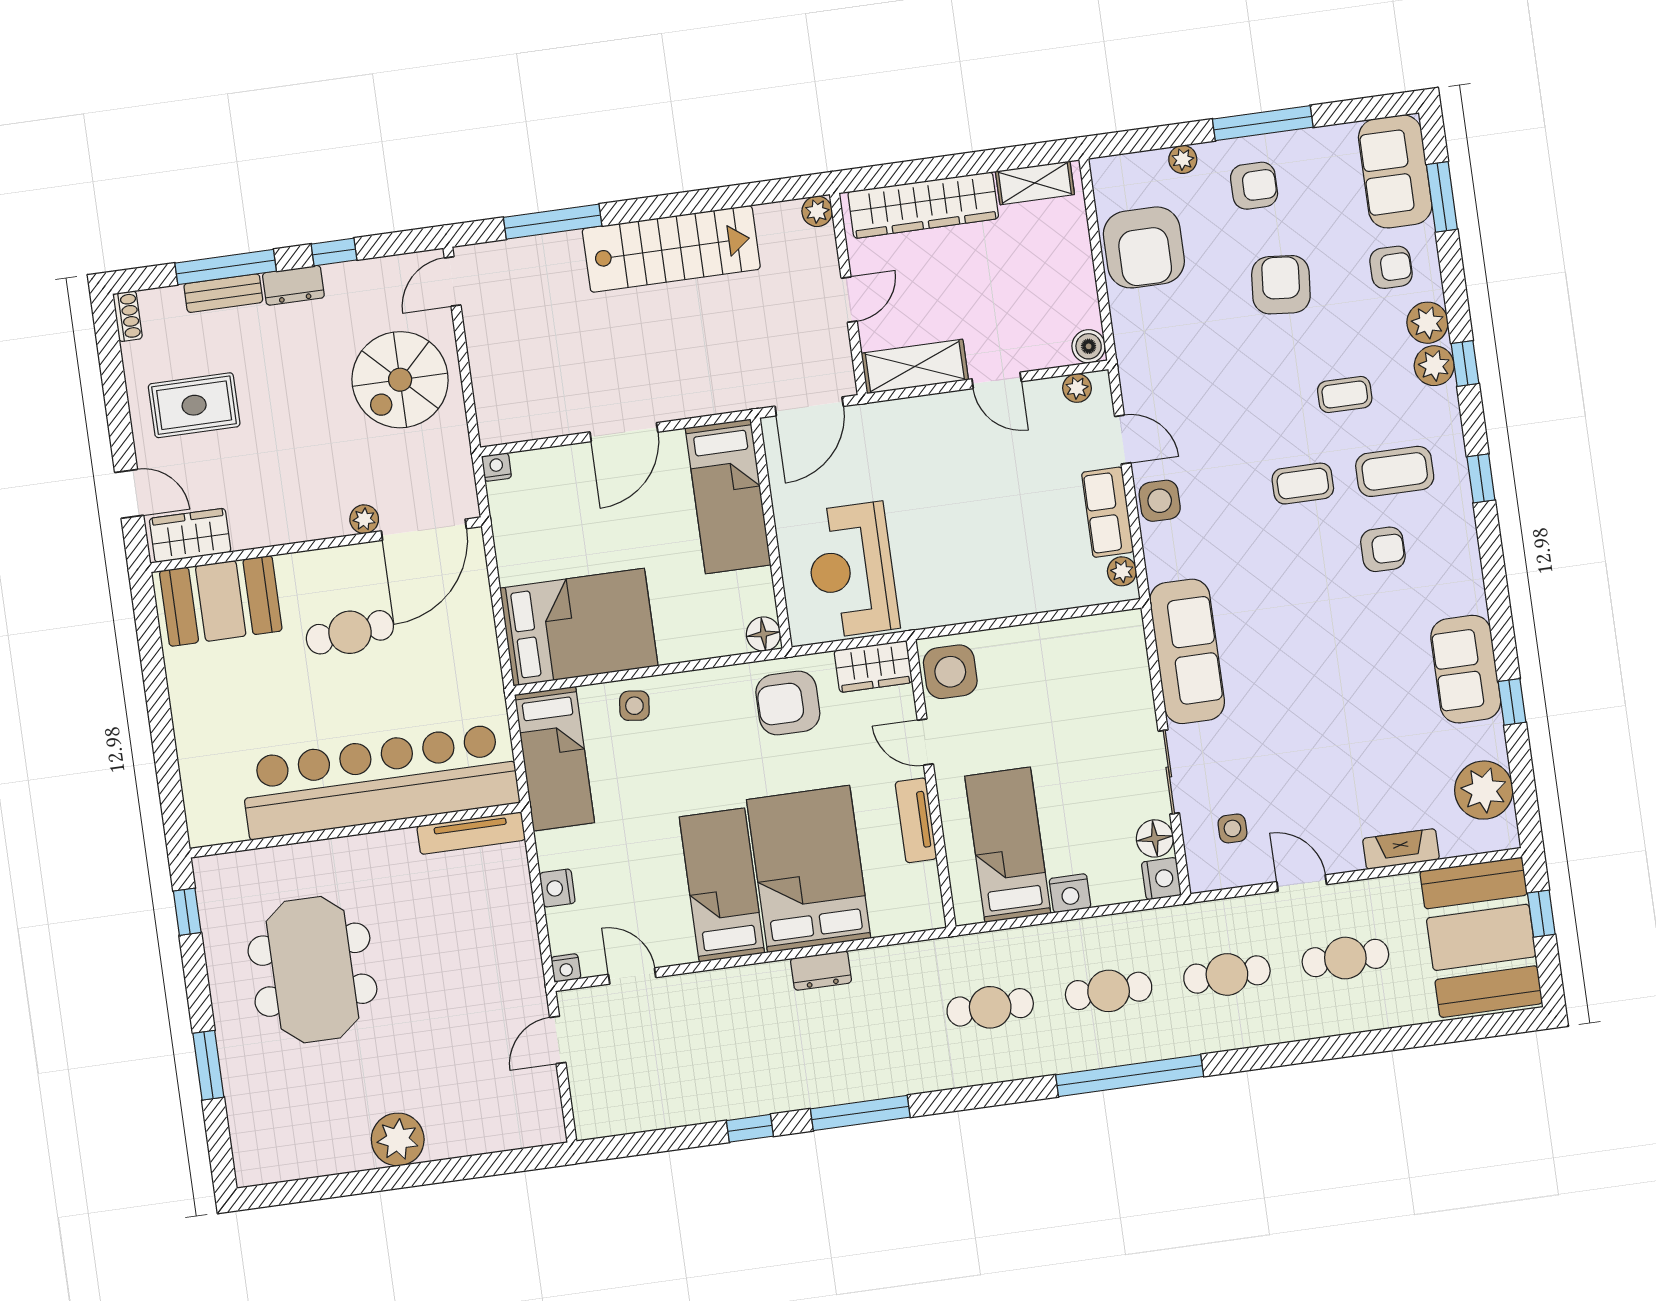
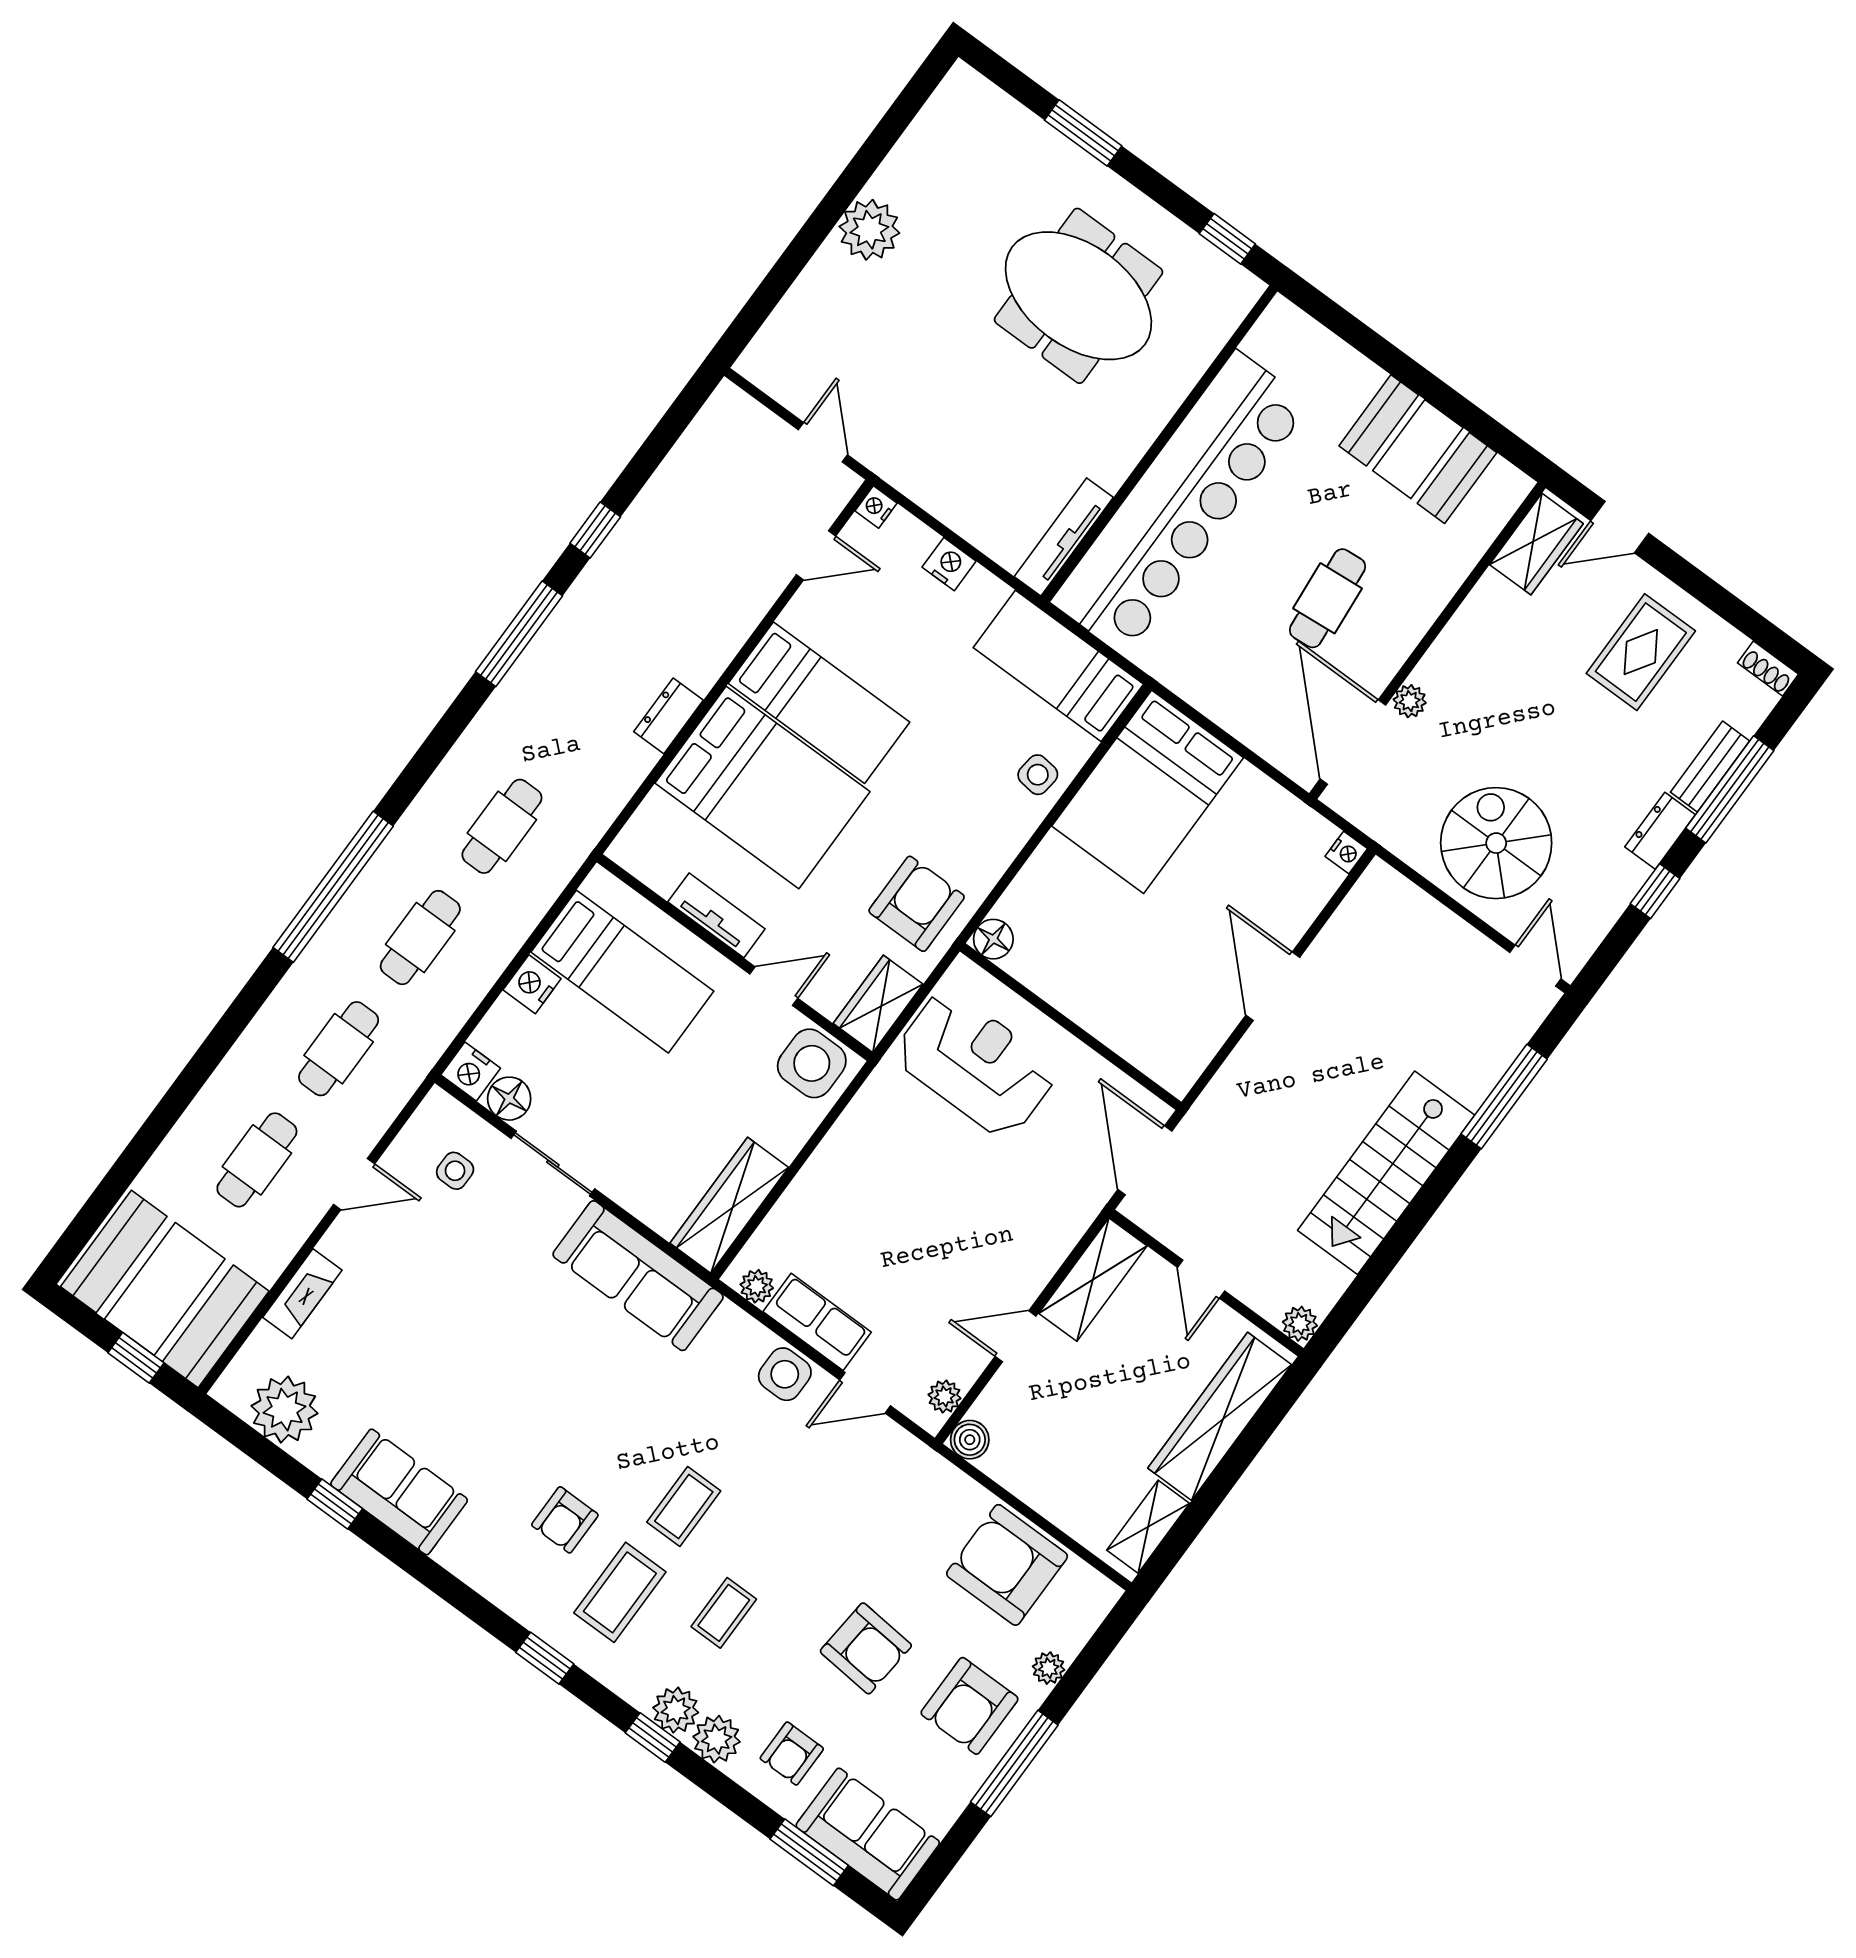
armchair: (1254, 186) -> (970, 1706), width x1.38, depth x1.38
bed: (728, 496) -> (1136, 1021), removed
booth: (221, 601) -> (1418, 449), moved, turned 90
wardrobe: (1088, 637) -> (729, 1205), added

